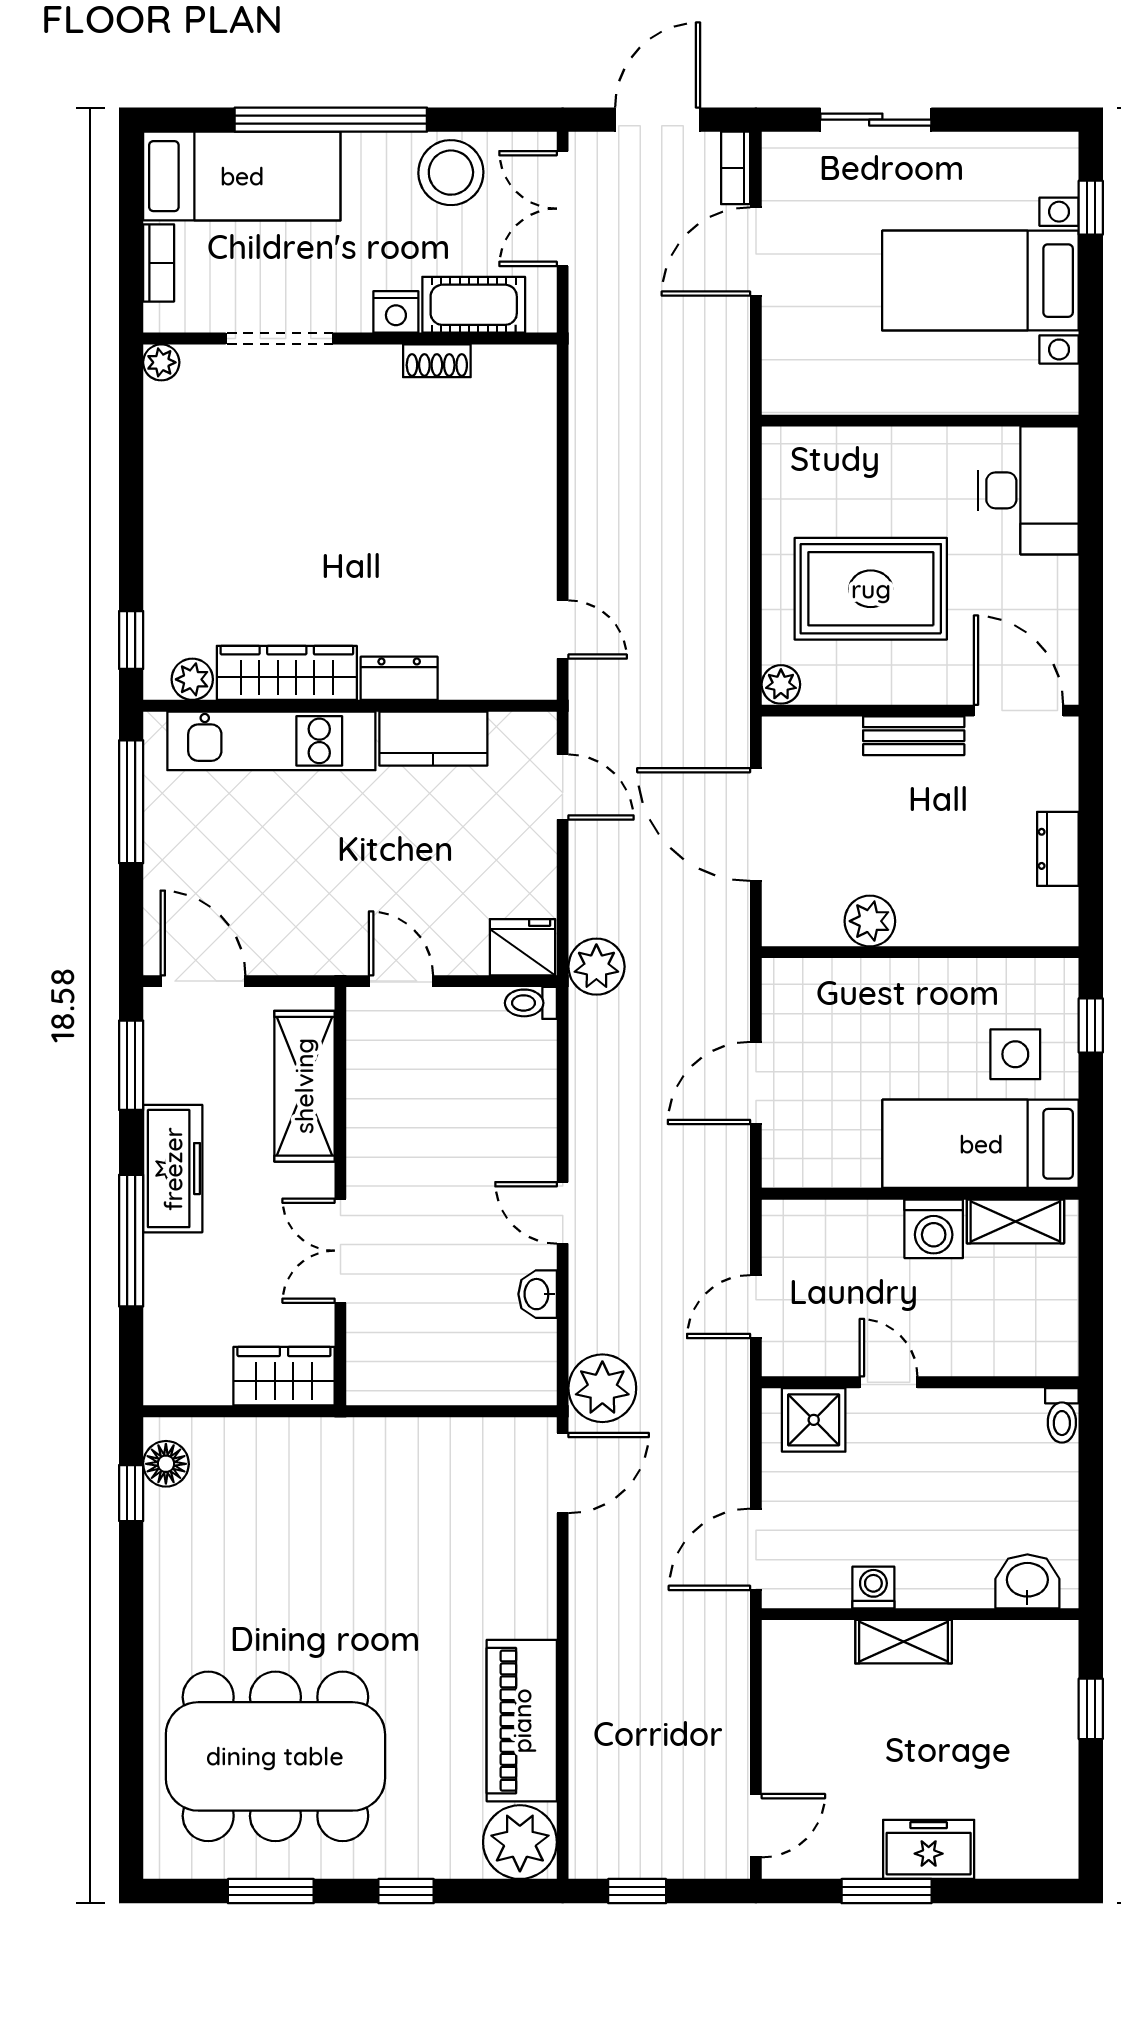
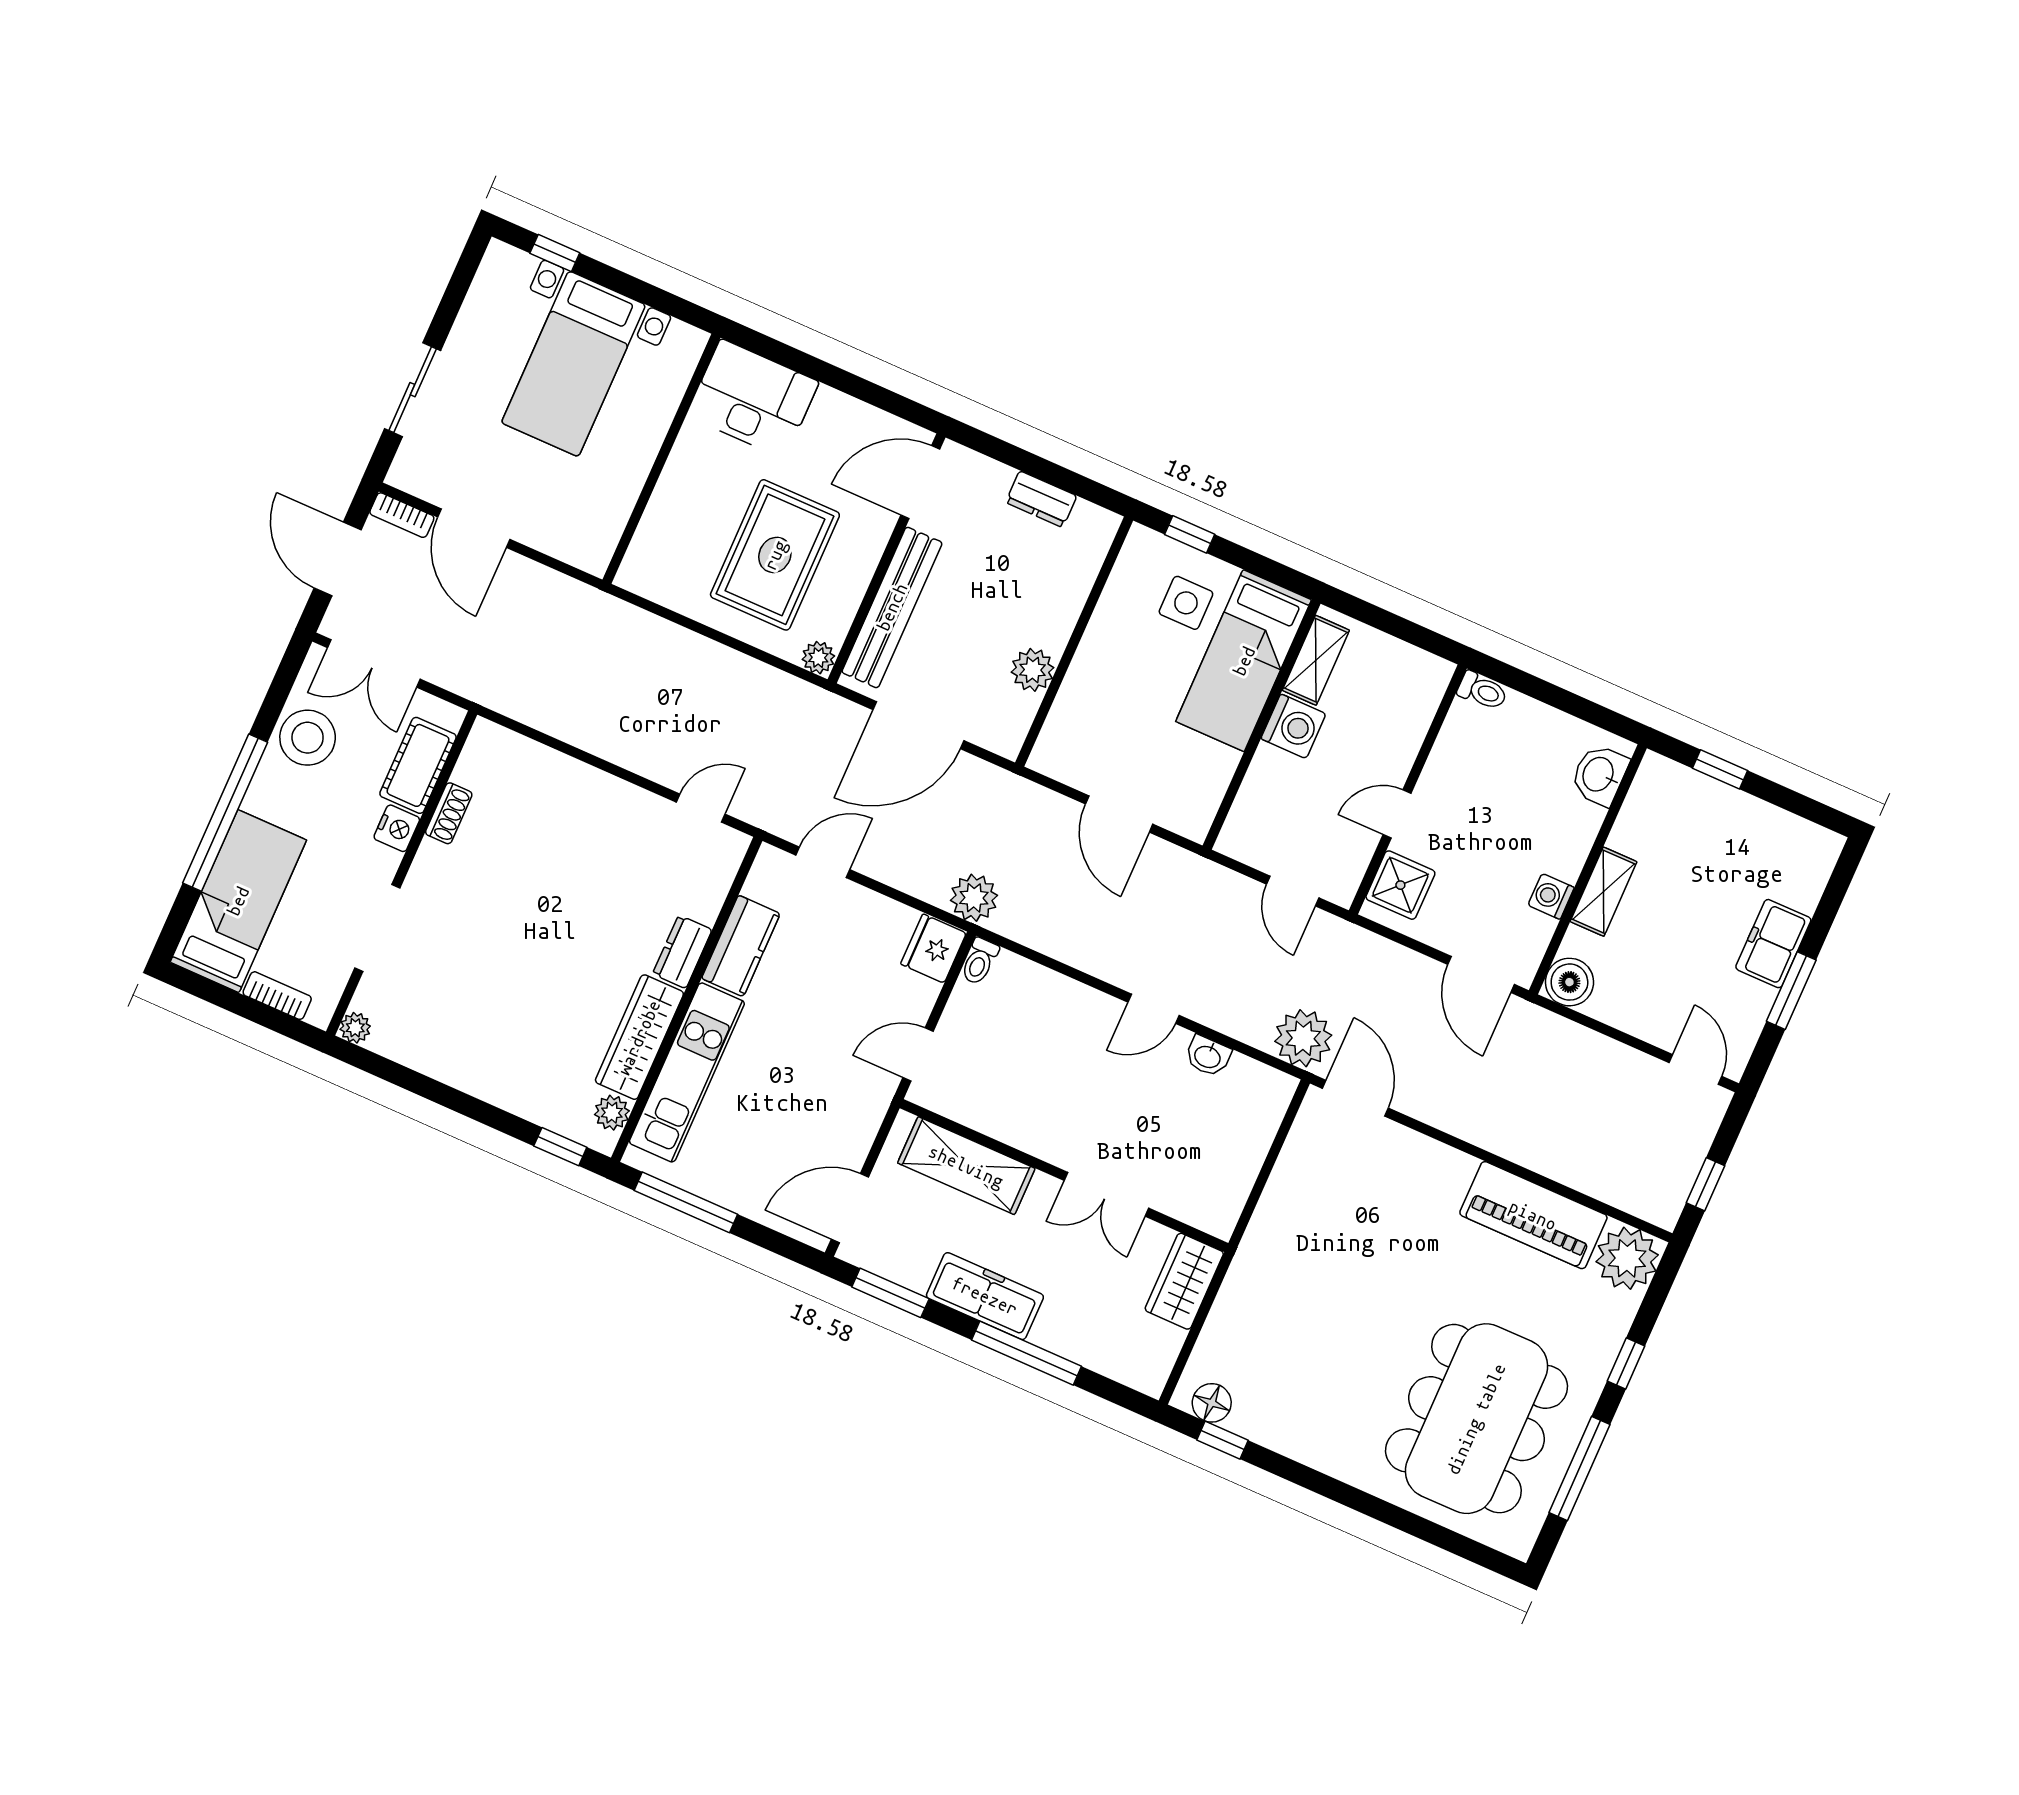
bench: (914, 736) -> (892, 607), width x1.86, depth x1.21
boiler: (790, 1648) -> (1569, 982), added
window: (271, 1891) -> (1579, 1469), width x1.44

